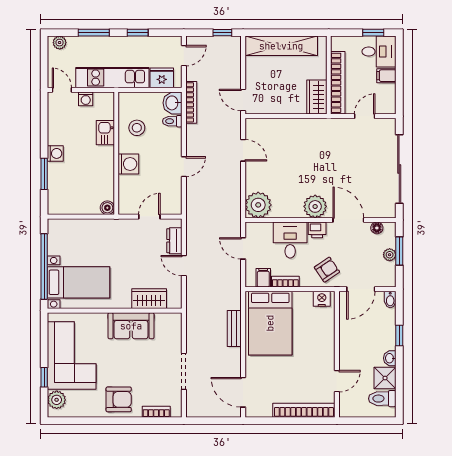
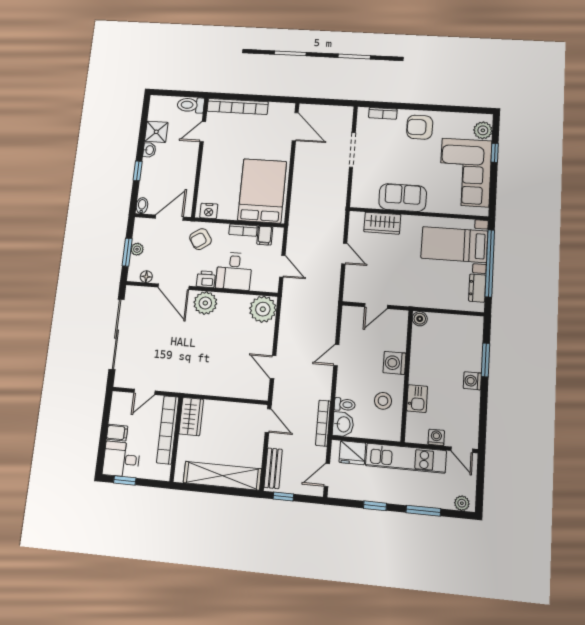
dresser: (174, 241) -> (477, 288), moved, turned 180
bench: (234, 329) -> (273, 468), moved
toilet: (382, 399) -> (191, 105), moved, turned 180

